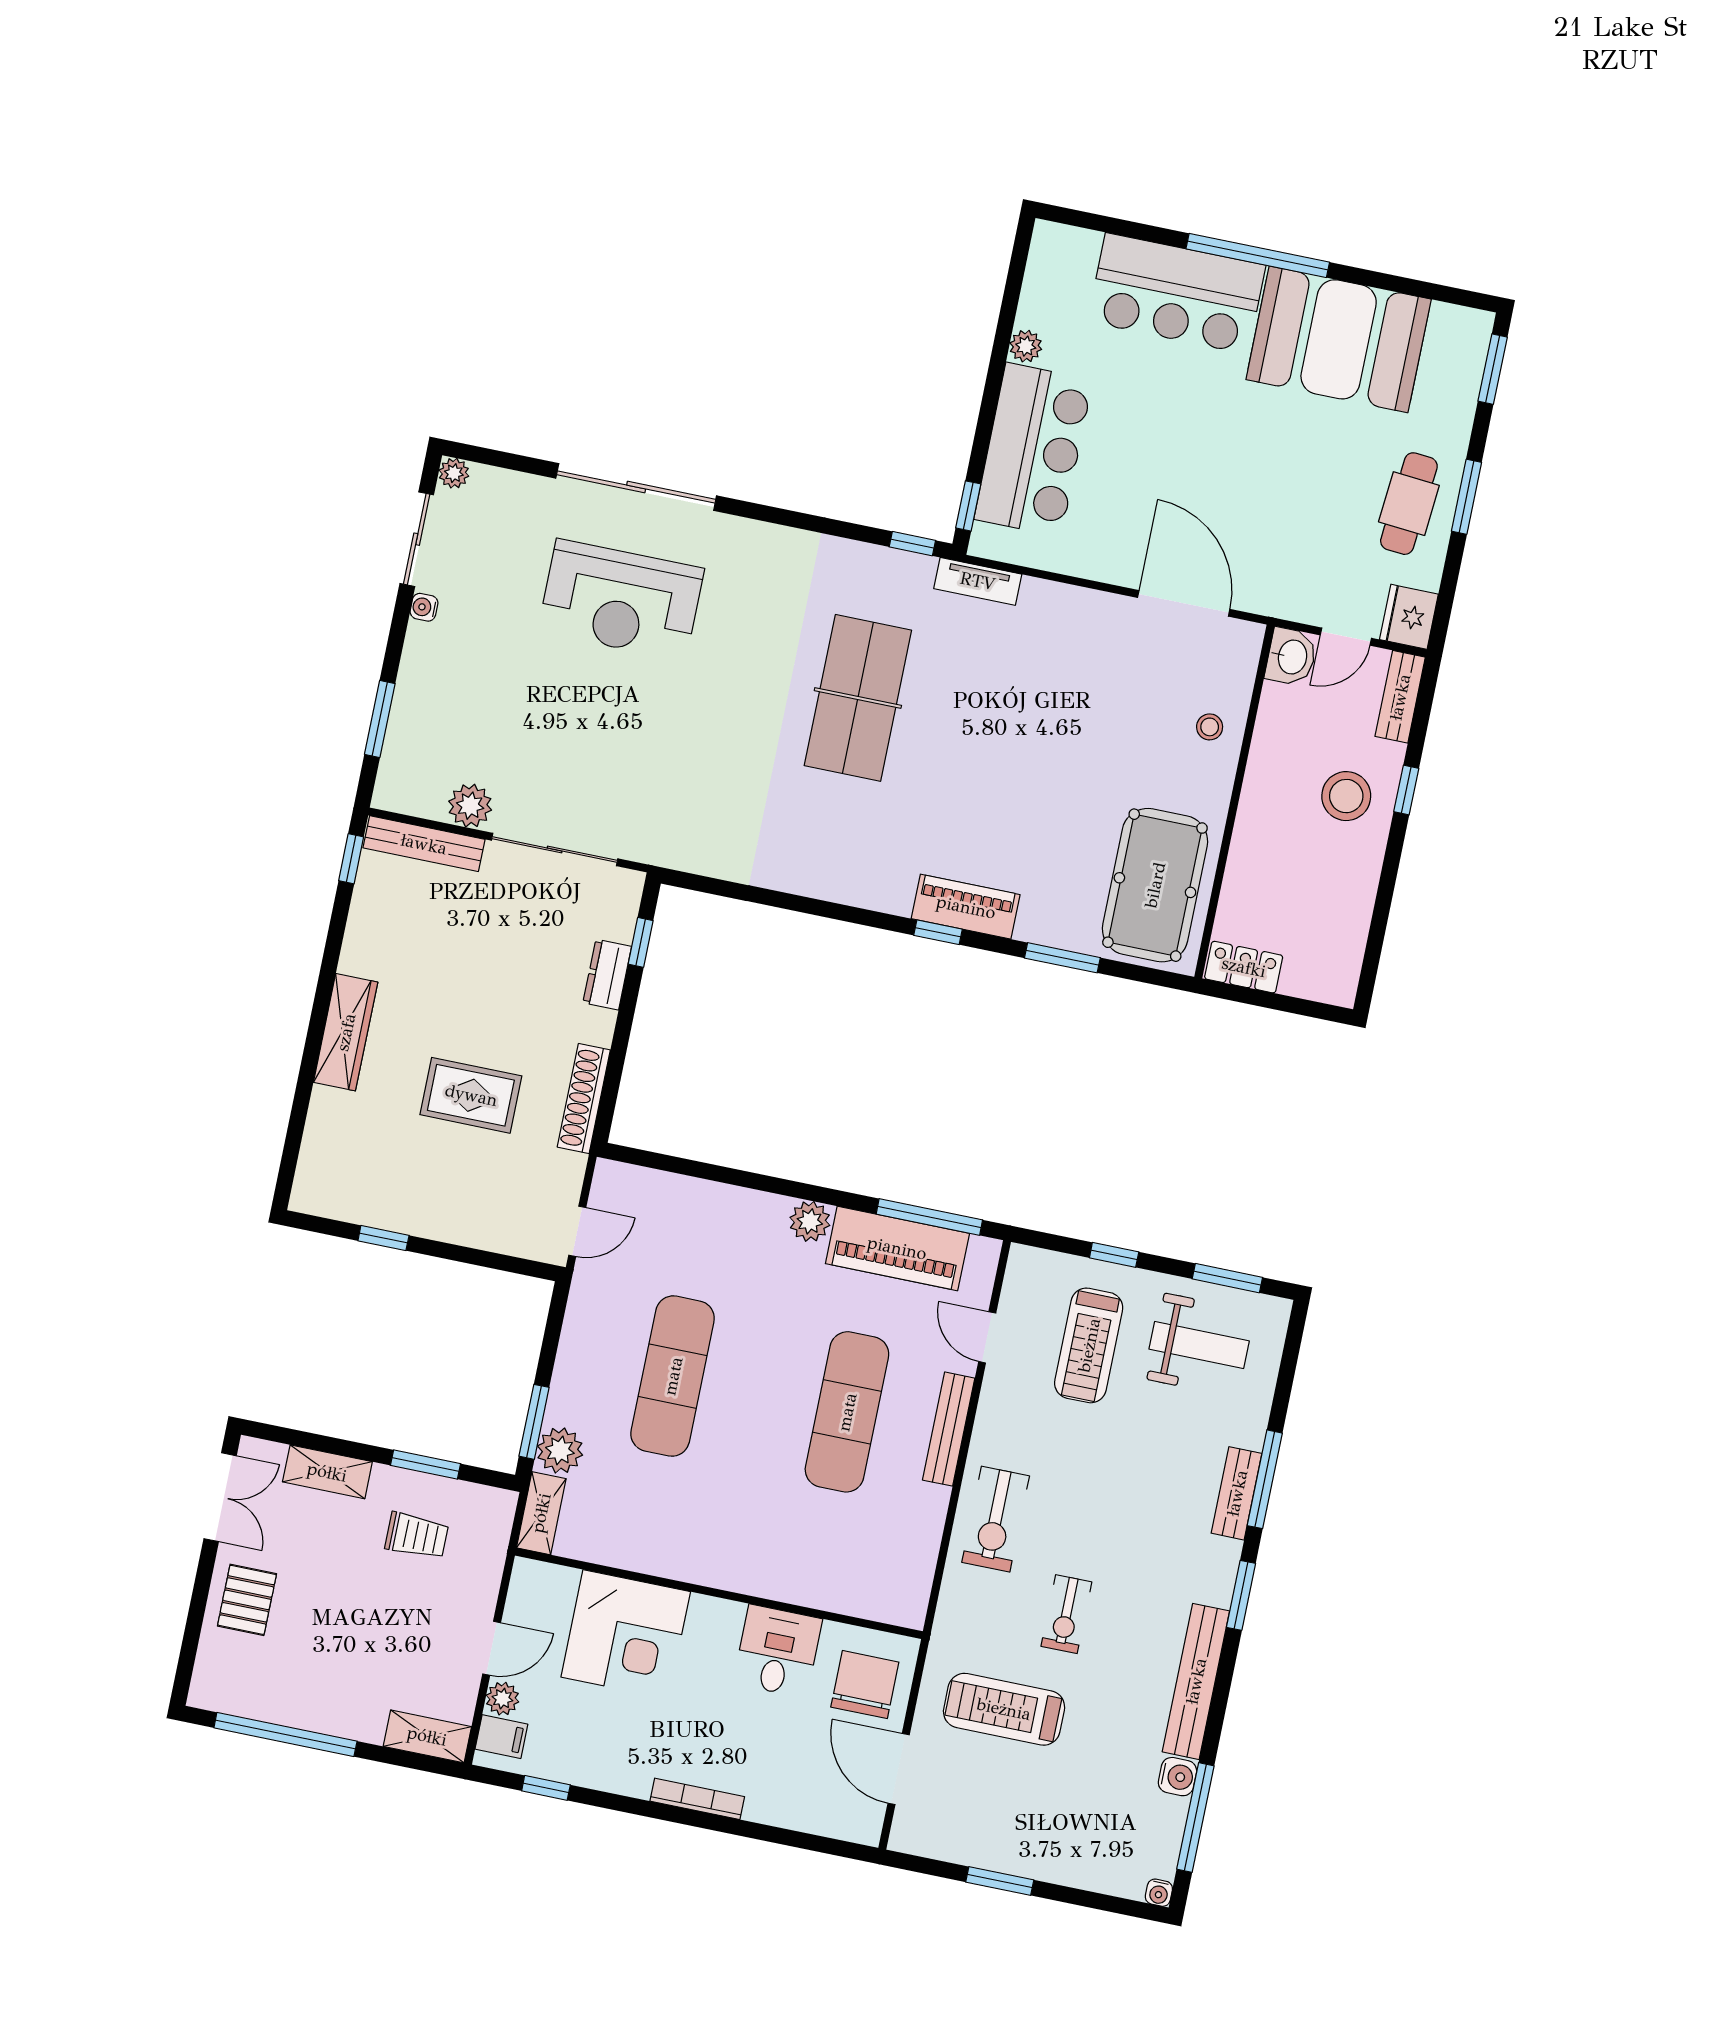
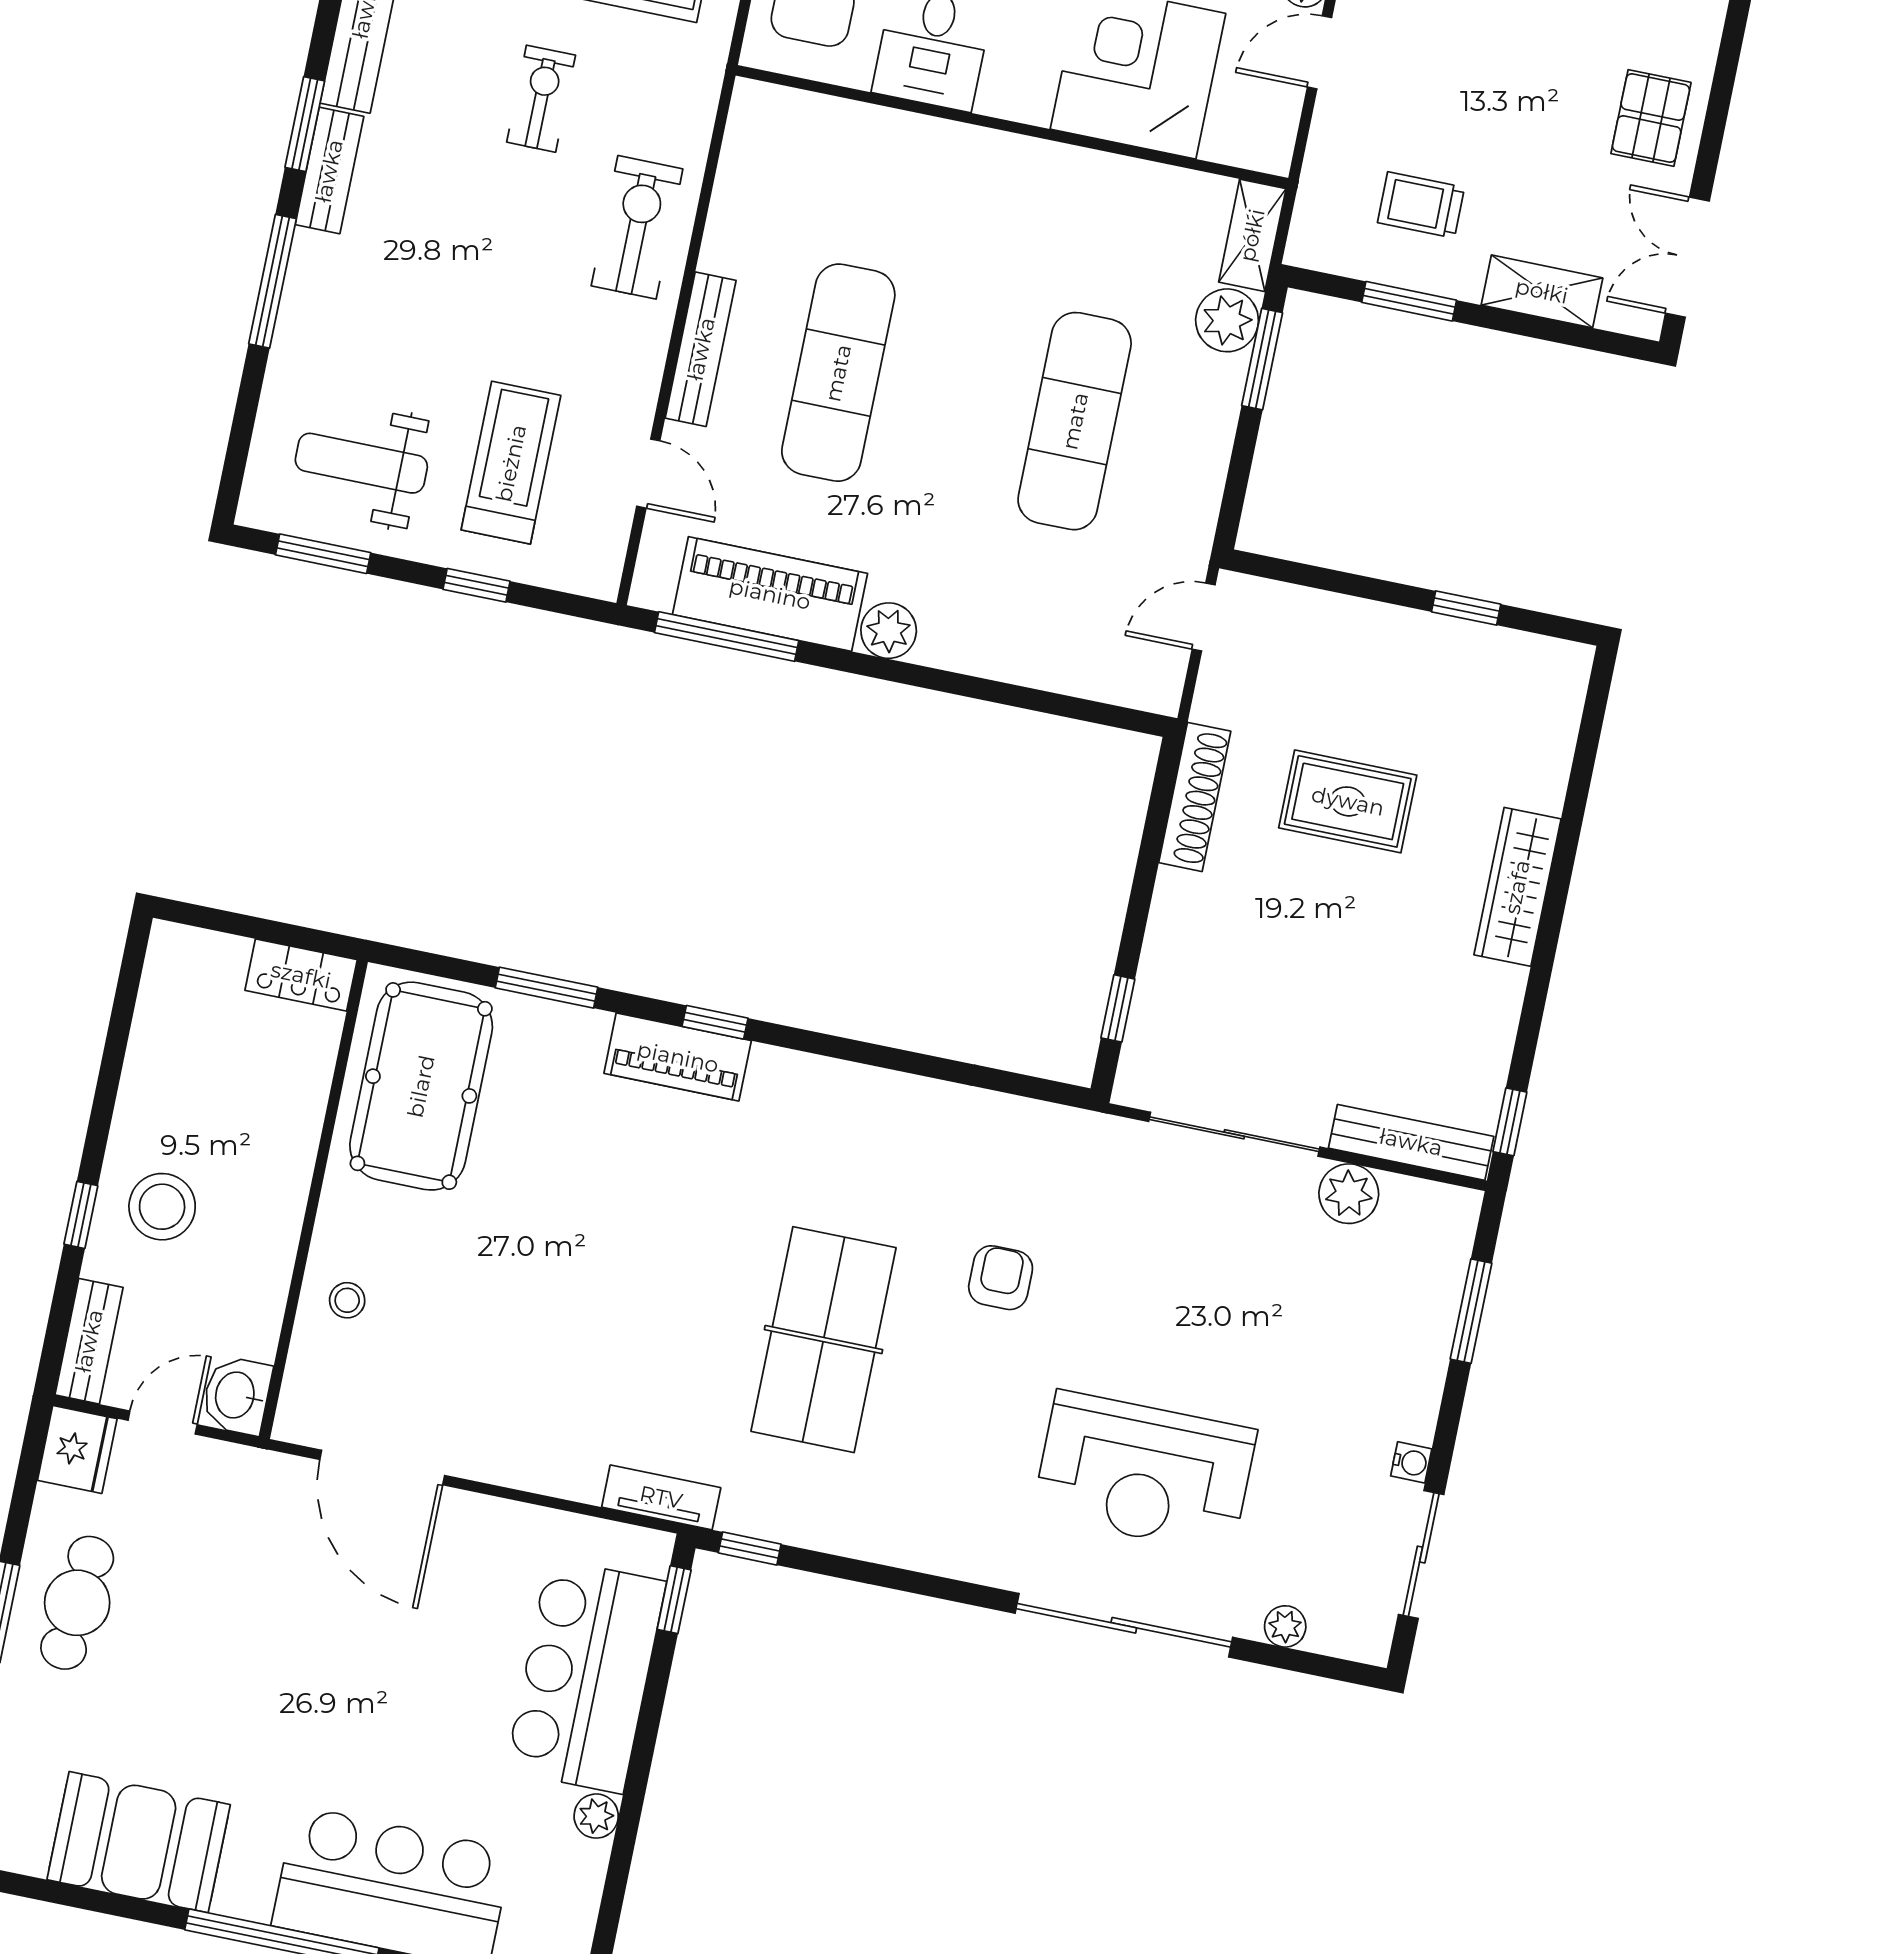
booth: (1339, 339) -> (139, 1842), width x0.73, depth x0.70
plant: (454, 473) -> (1285, 1626), moved
reception desk: (621, 600) -> (1144, 1472), turned 180
armchair: (727, 744) -> (1001, 1278), added
dresser: (607, 975) -> (1163, 965), removed
bench: (1237, 1493) -> (329, 171), moved

